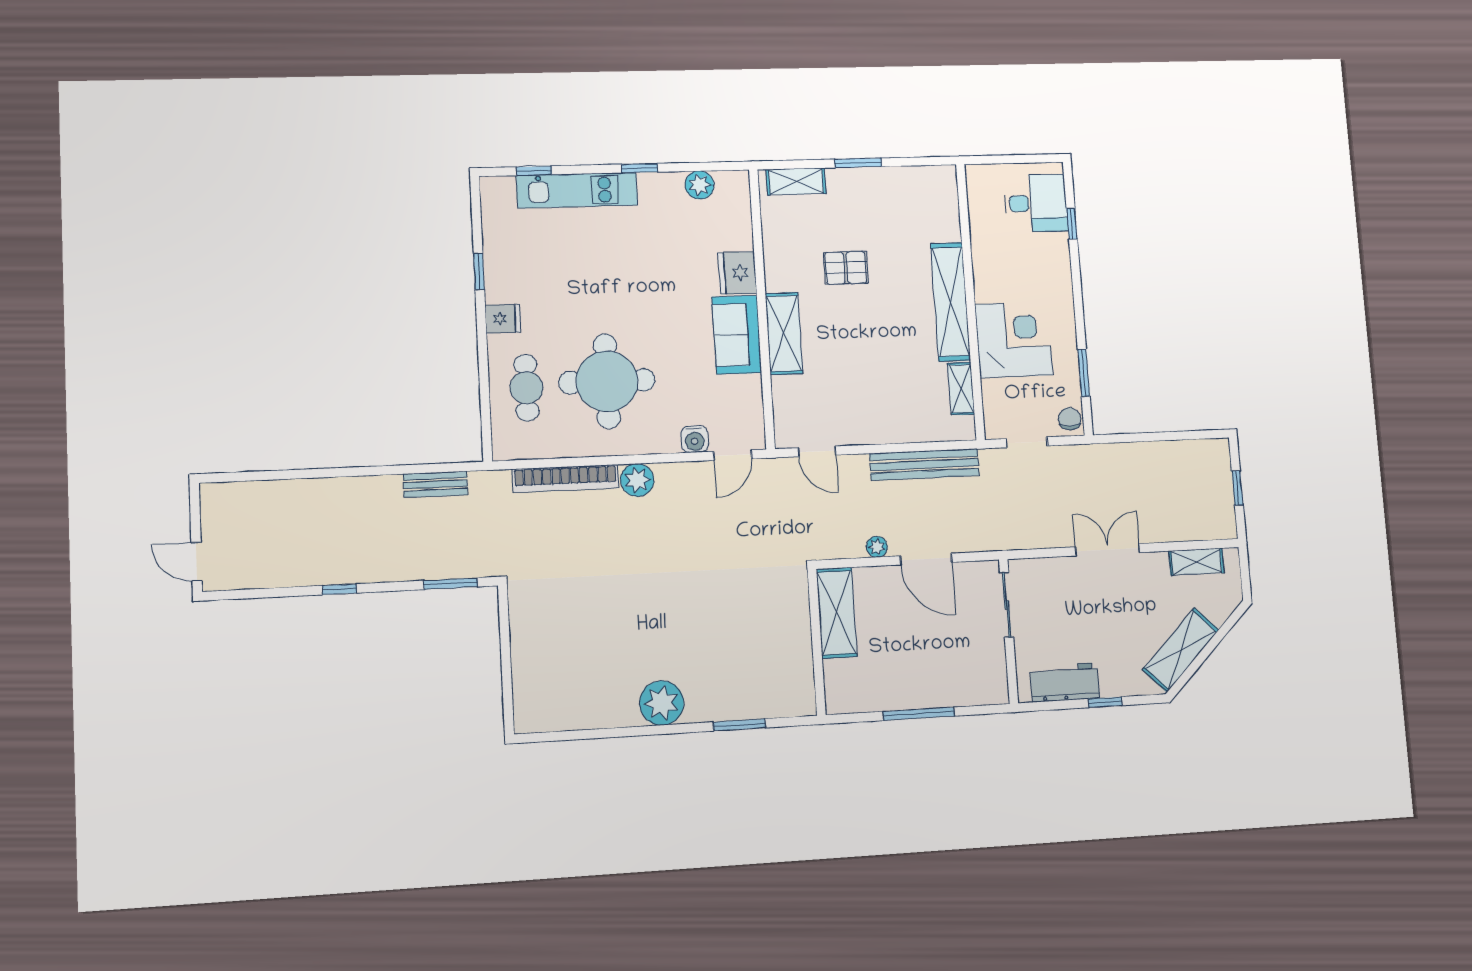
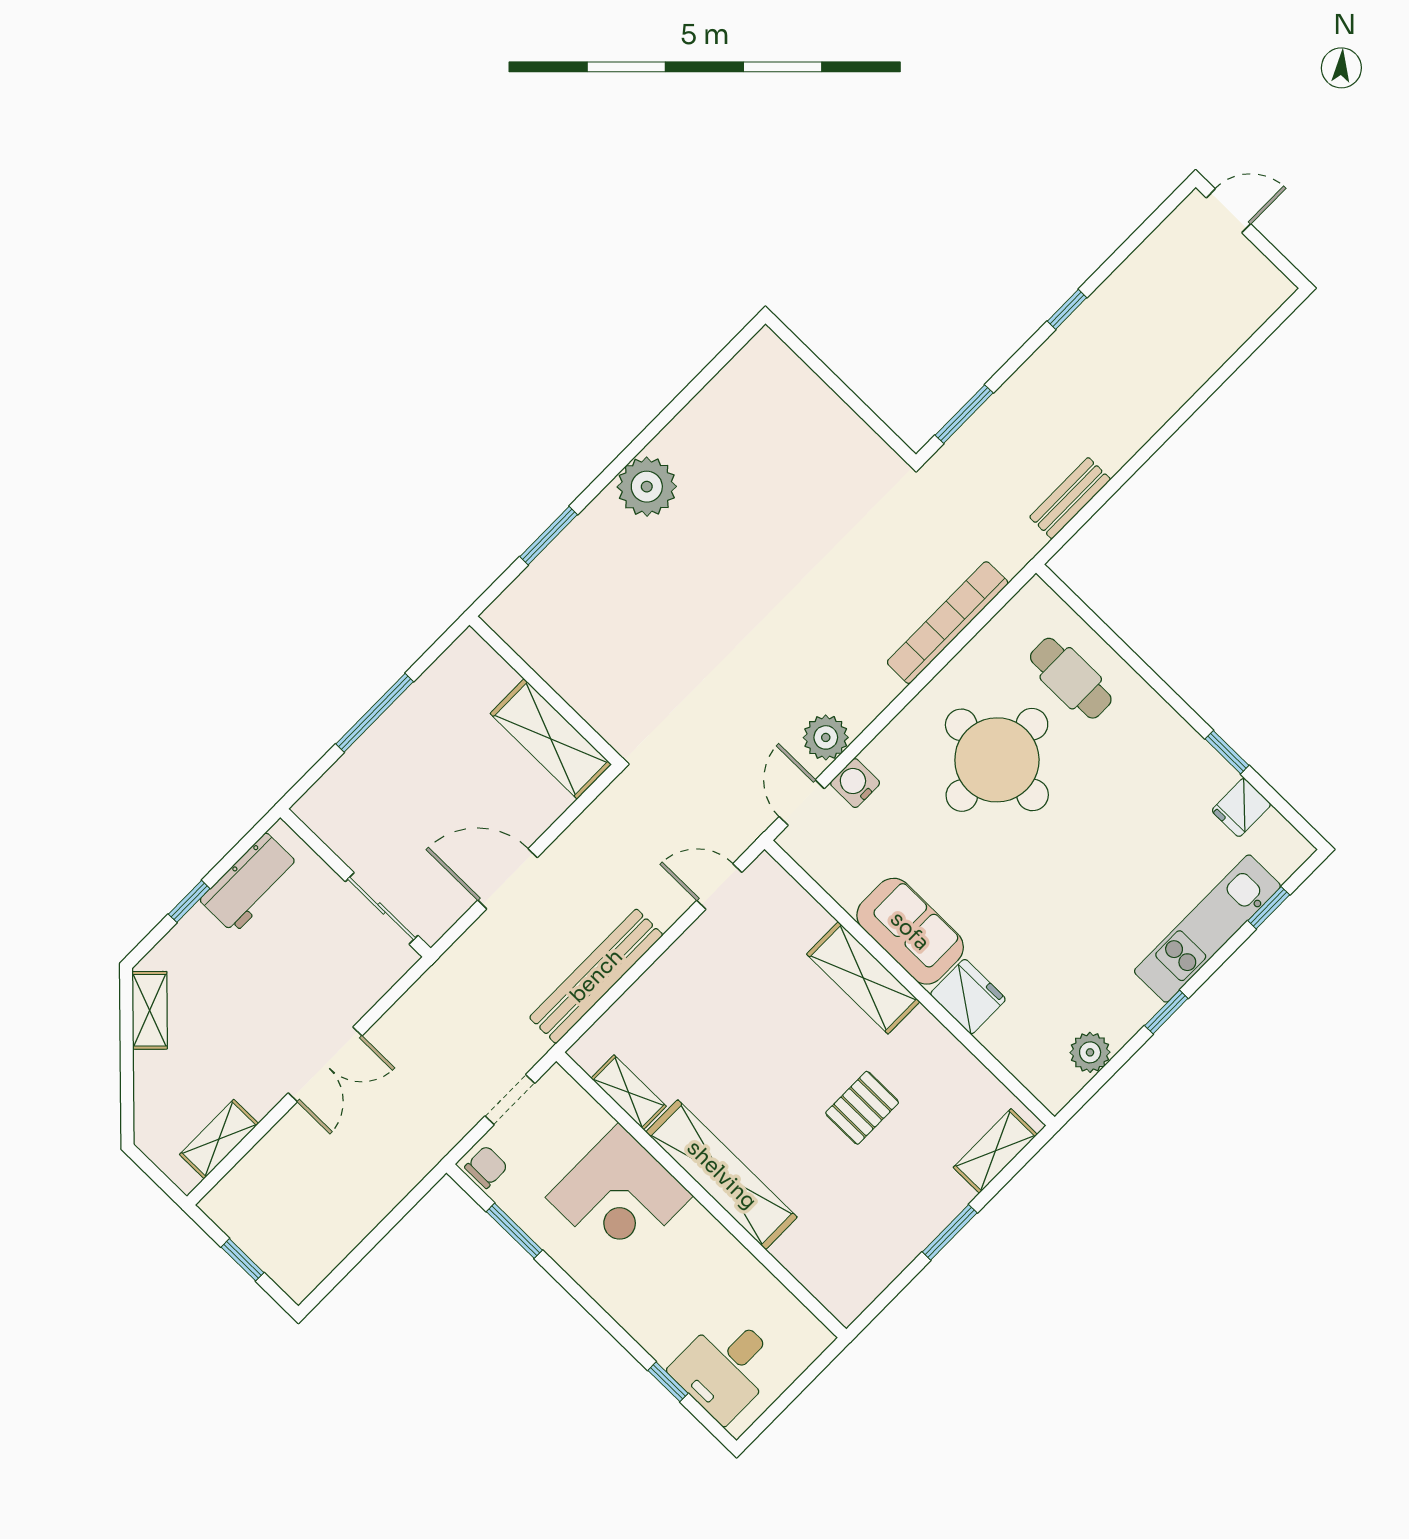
fridge: (503, 319) -> (1241, 807), moved
chair: (1070, 419) -> (486, 1167), turned -90
plant: (637, 480) -> (826, 737), moved
plant: (877, 547) -> (570, 845), removed
shelving: (1181, 650) -> (150, 1010), width x0.67, depth x0.75

